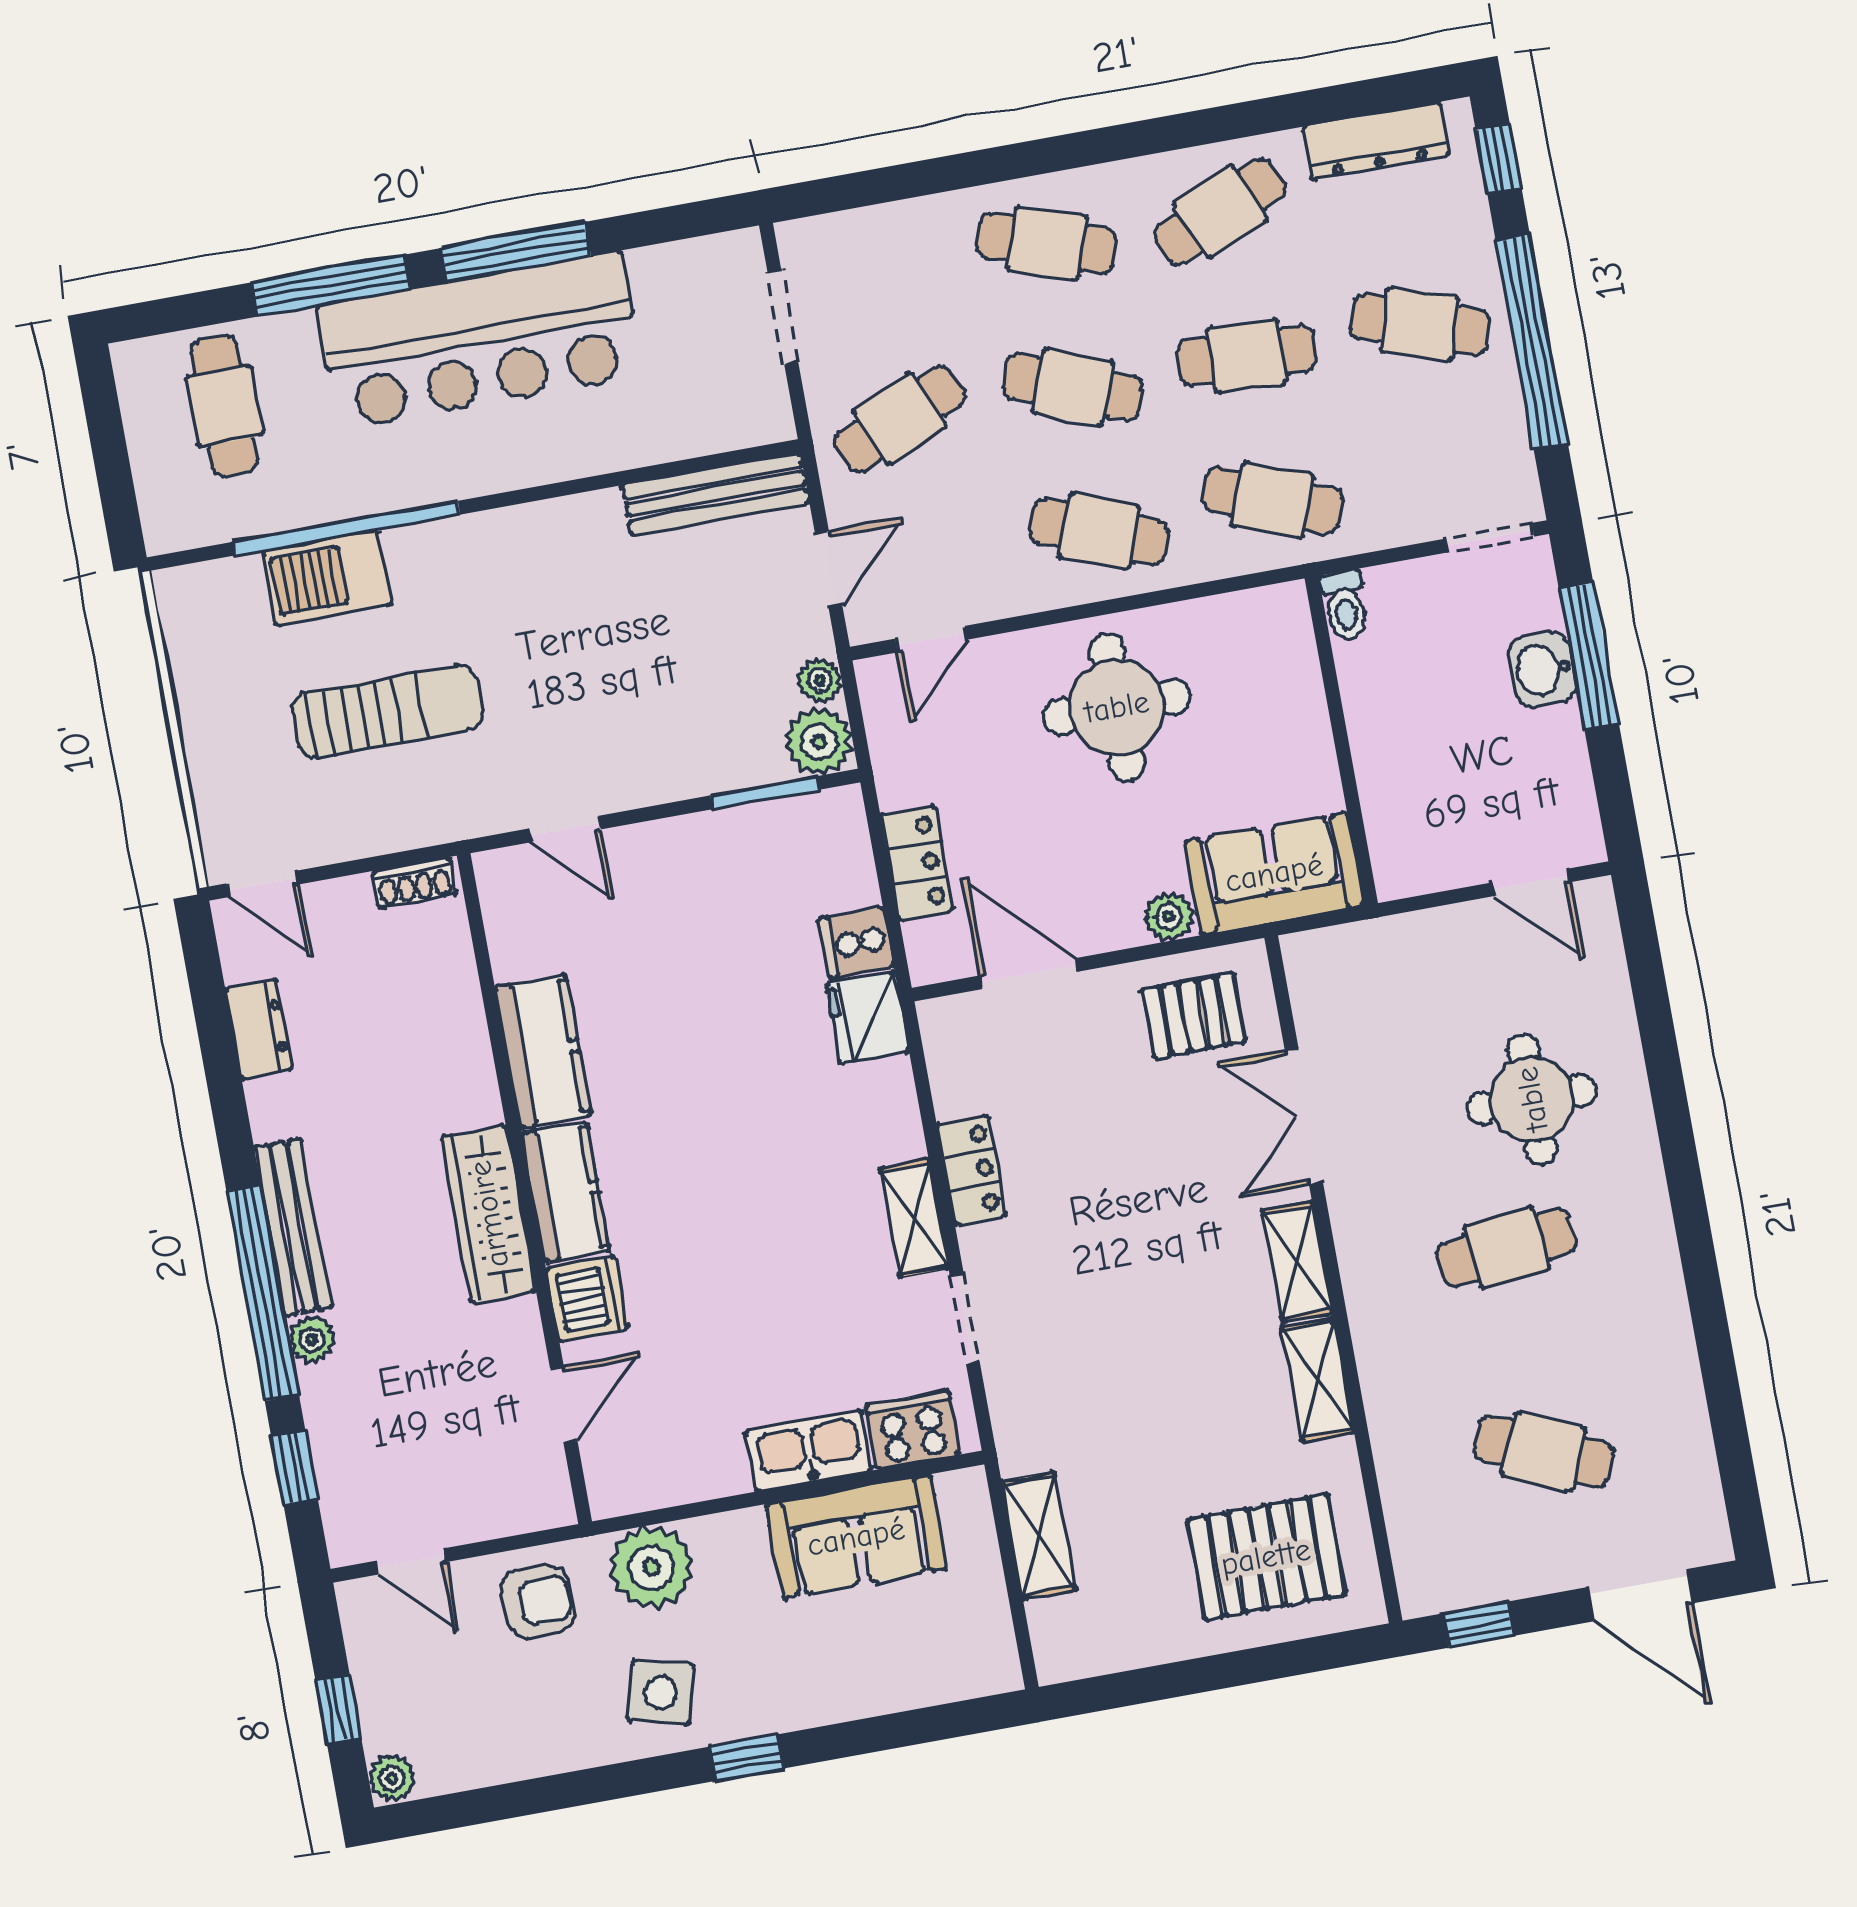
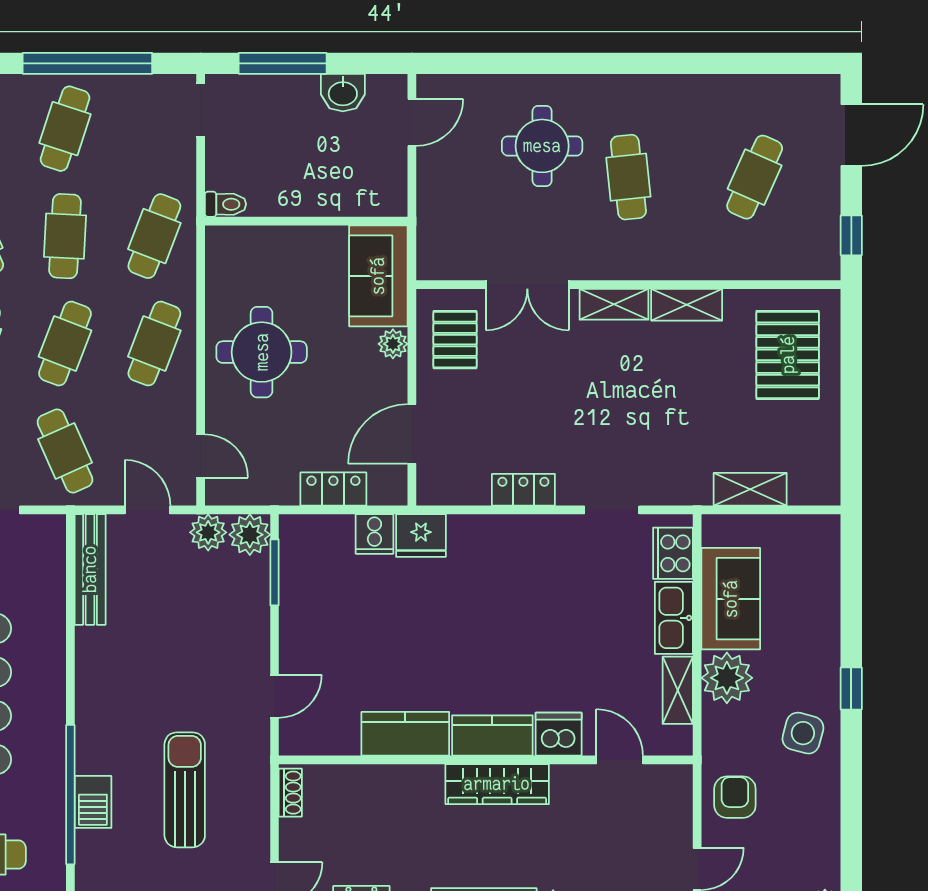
barbecue: (327, 578) -> (93, 802), width x0.73, depth x0.79
washbasin: (1543, 669) -> (343, 93), moved
plant: (820, 680) -> (208, 532), width x1.38, depth x1.38
shelving: (914, 1218) -> (678, 690), moved, turned 90
plant: (652, 1567) -> (727, 678), moved

